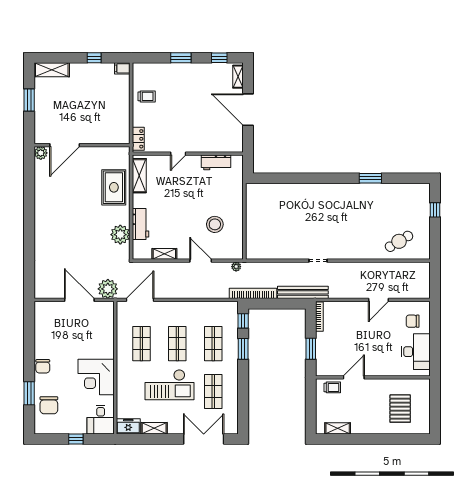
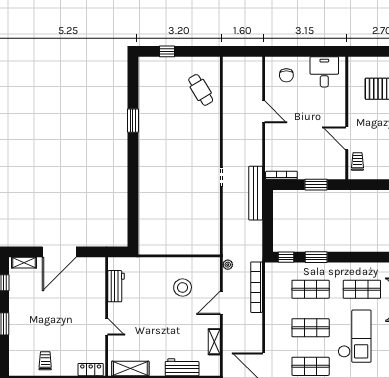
bookcase: (253, 293) -> (257, 287), moved
desk: (416, 352) -> (324, 72), width x0.73

